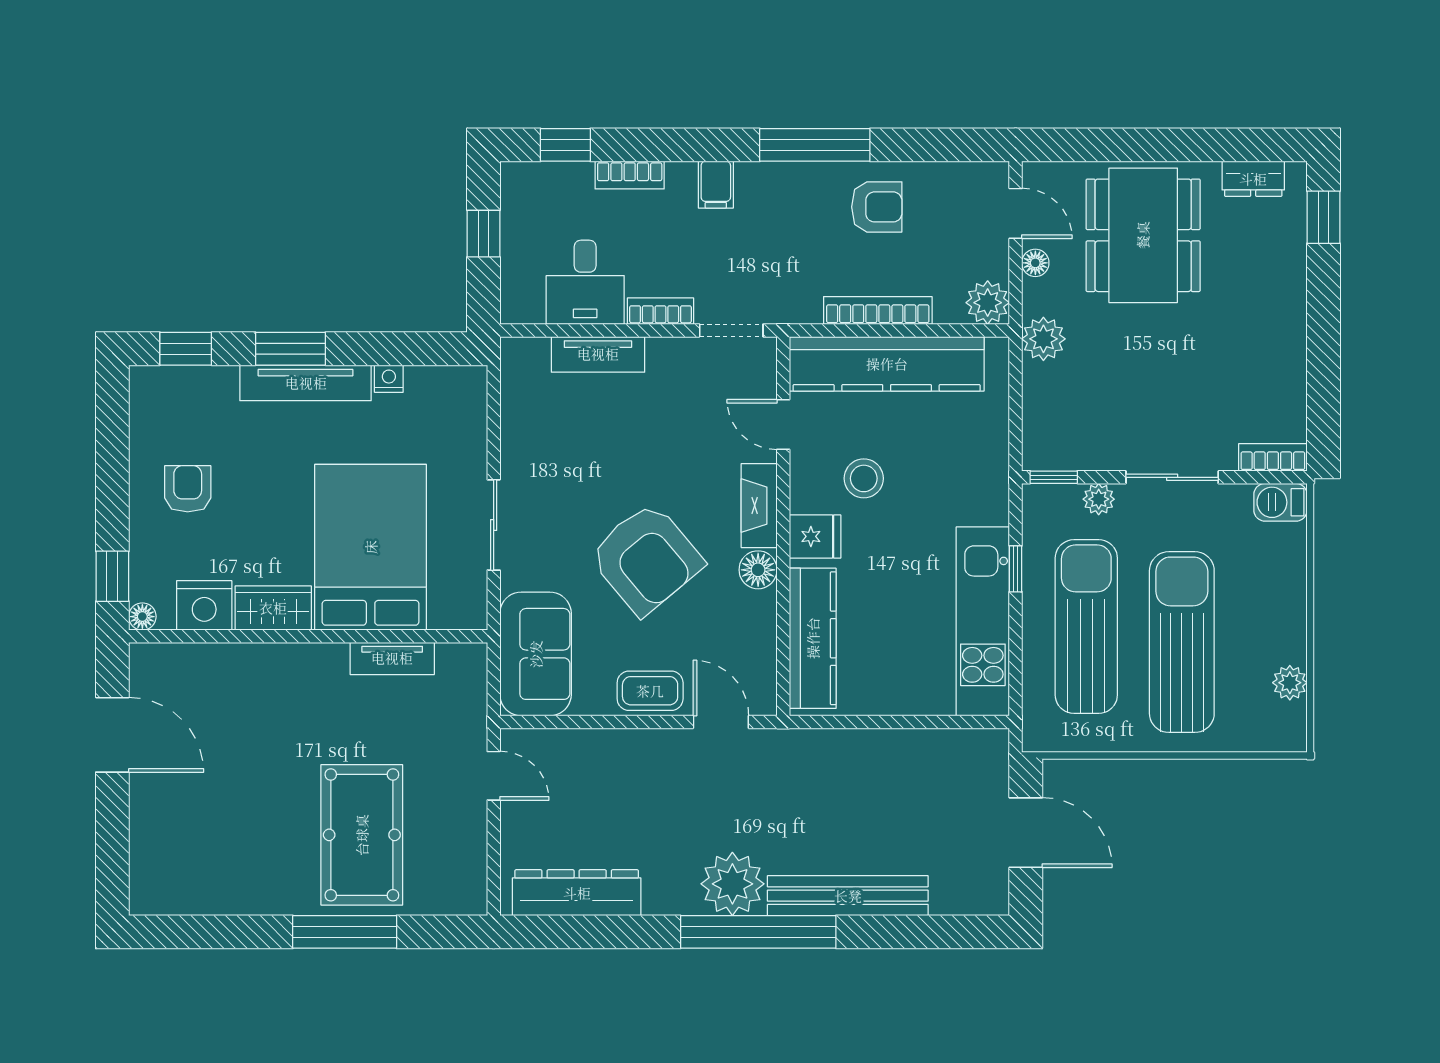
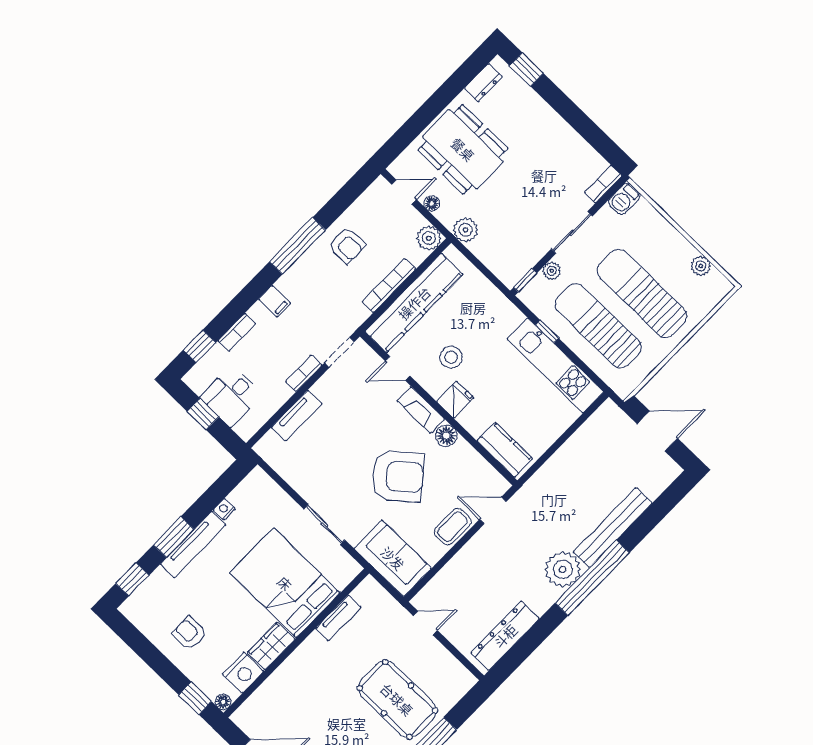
armchair: (877, 207) -> (347, 245), turned 88
desk: (585, 282) -> (231, 396), moved, turned 90
kitchen counter: (813, 638) -> (505, 450), width x0.67

